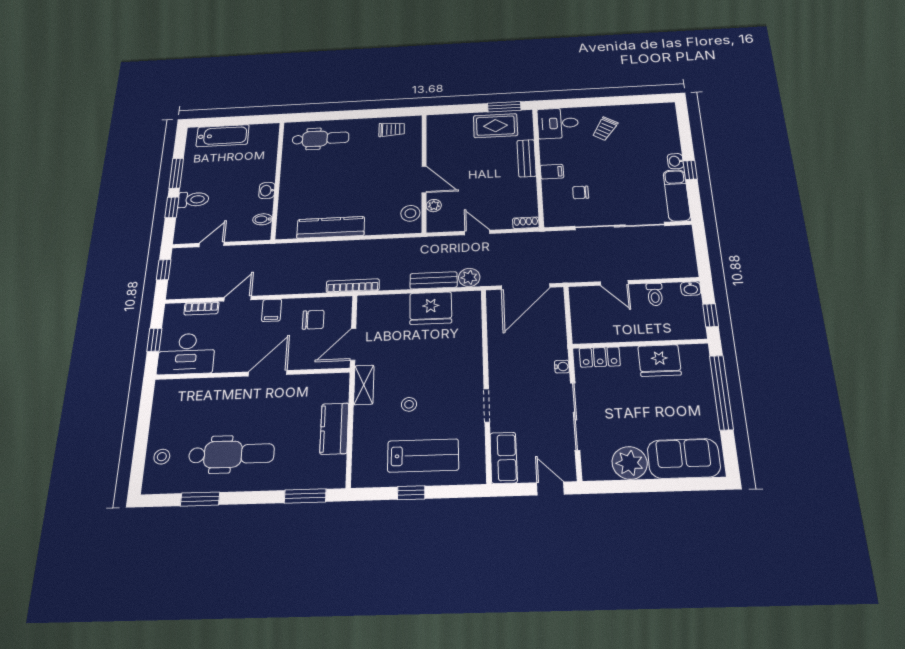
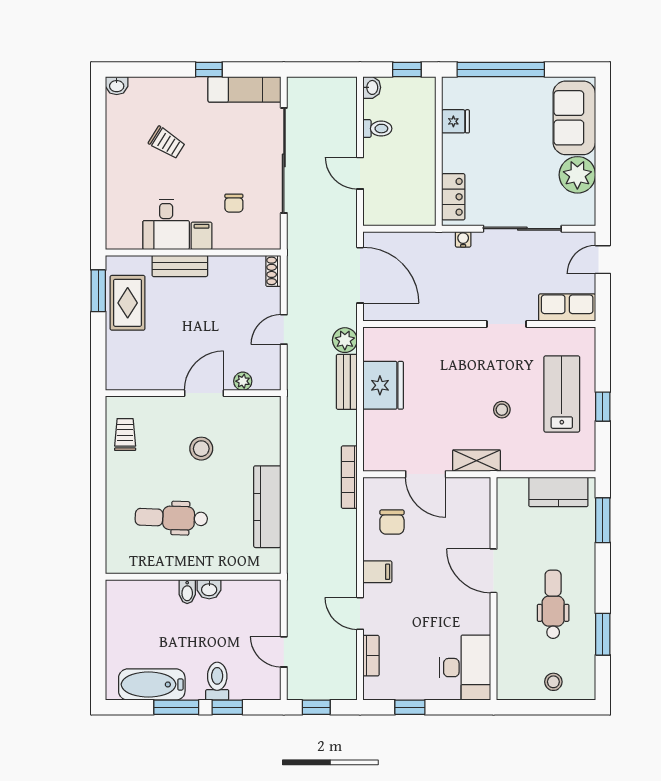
desk: (558, 123) -> (166, 225), moved
trolley: (605, 129) -> (167, 143), moved
bathtub: (223, 136) -> (152, 684), moved, turned -90
dental chair: (321, 139) -> (171, 518), moved, turned -88
washbasin: (675, 161) -> (117, 86), moved
stool: (410, 213) -> (201, 449), moved
bidet: (263, 219) -> (187, 592), moved
door: (614, 283) -> (360, 173), swing flipped
chair: (313, 320) -> (392, 522), turned 180
desk: (186, 354) -> (465, 668), moved
fridge: (659, 361) -> (455, 121), width x0.53, depth x0.75
door: (268, 373) -> (494, 571), moved
wall: (252, 374) -> (494, 589), moved
kitchen counter: (334, 429) -> (558, 492), moved
dental chair: (231, 454) -> (553, 604), width x0.73, depth x0.72

